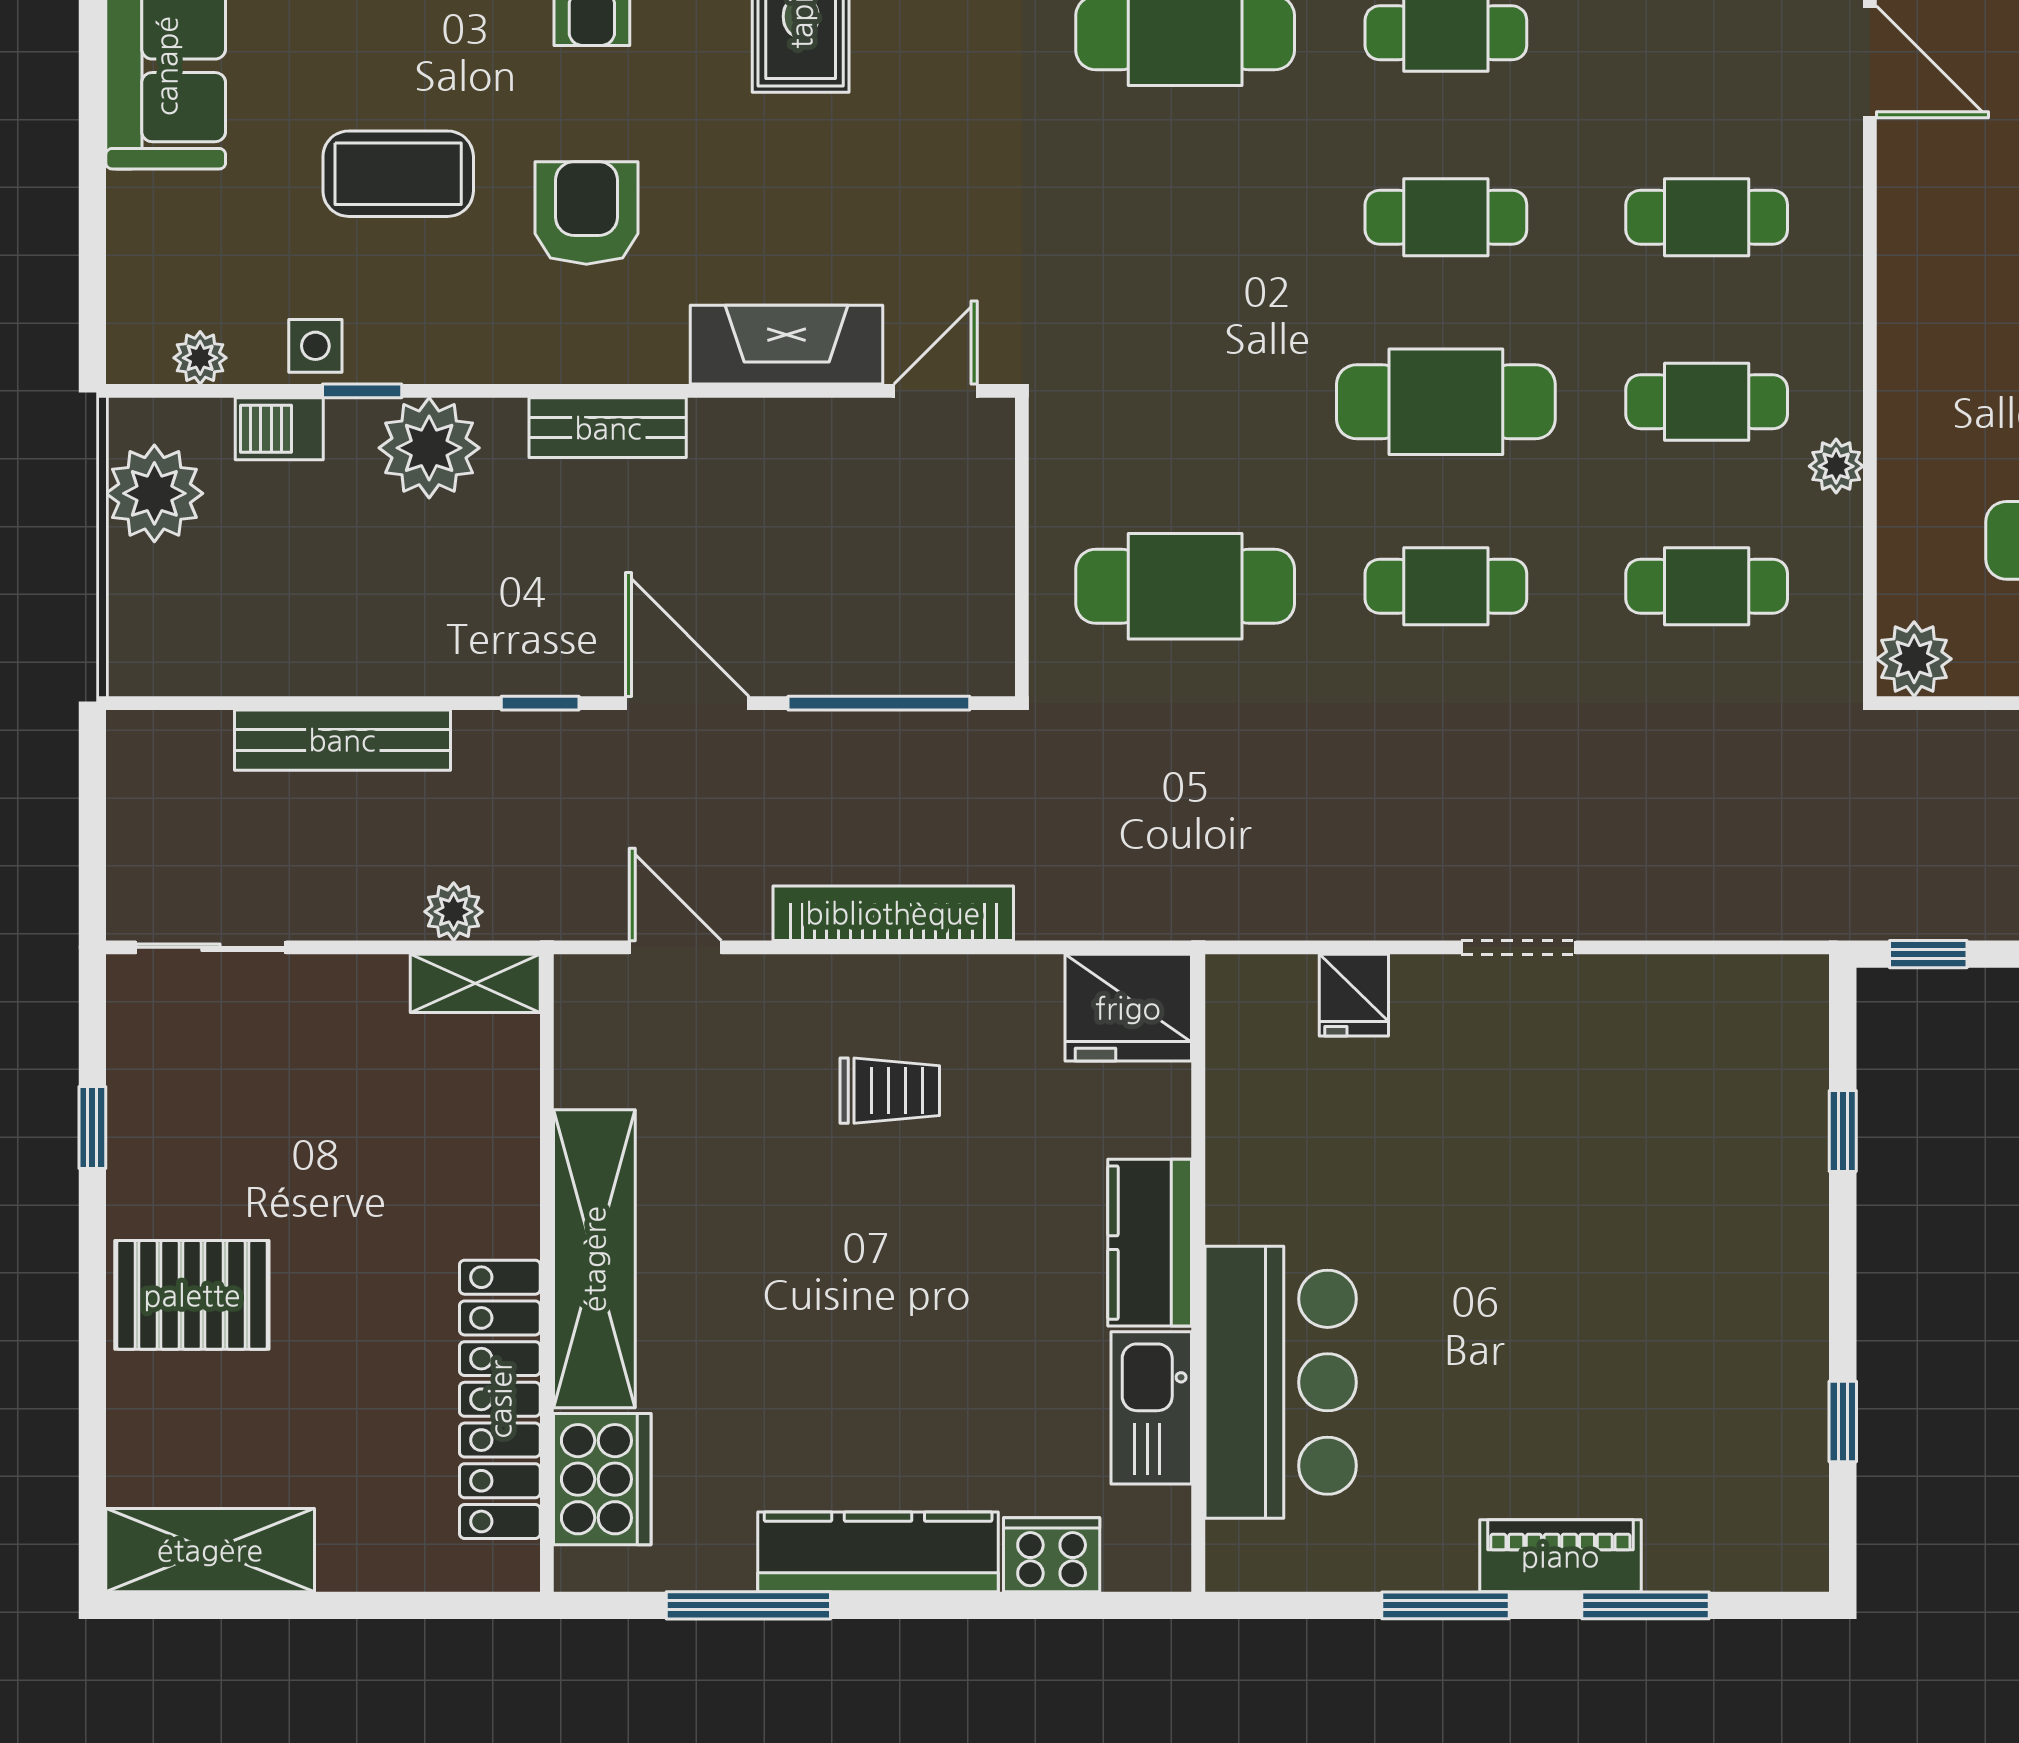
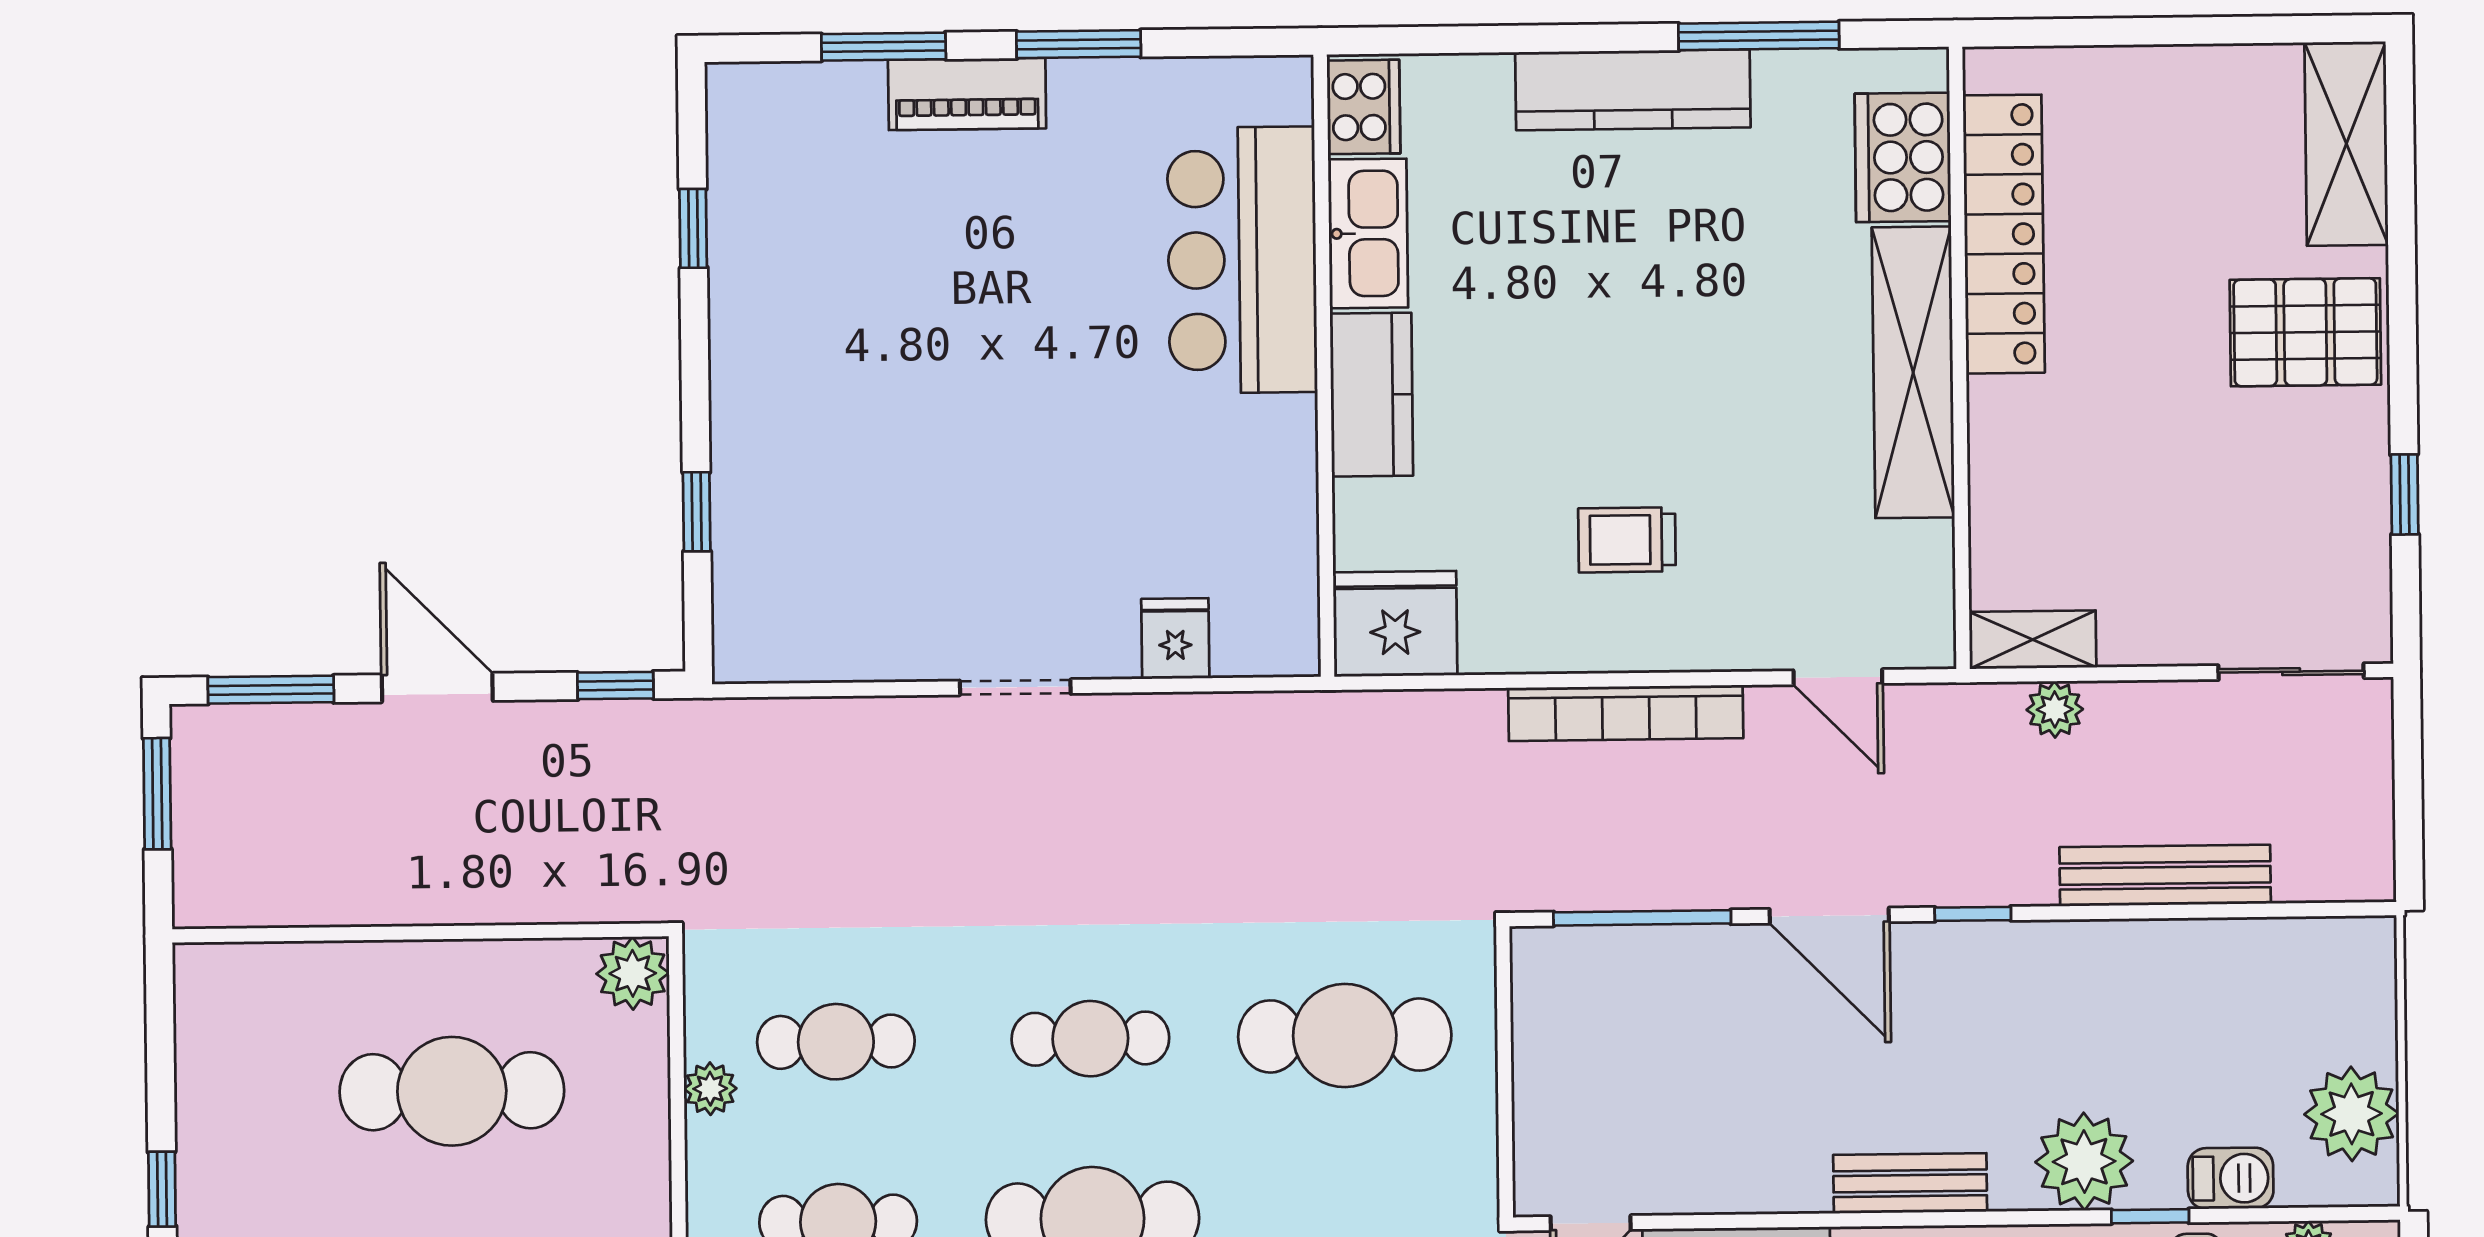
plant: (1836, 466) -> (710, 1089), moved
shelving: (210, 1550) -> (2346, 144), moved, turned 90
cooker: (1052, 1555) -> (1363, 107), moved, turned -90

